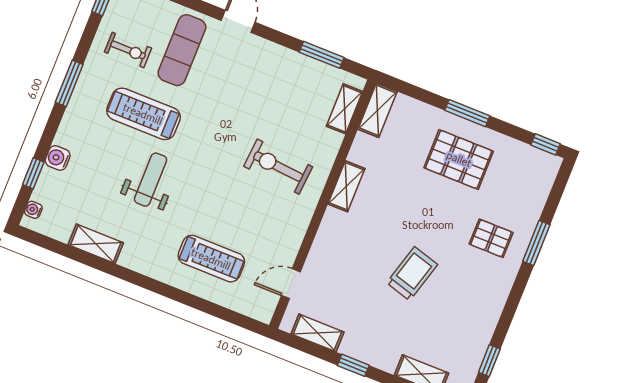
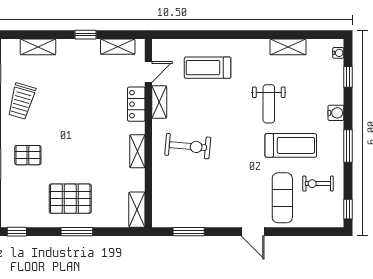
shelving: (345, 109) -> (159, 102), moved
water cooler: (58, 158) -> (336, 113), moved
locker: (323, 248) -> (136, 104), added
trolley: (412, 274) -> (22, 101), moved

